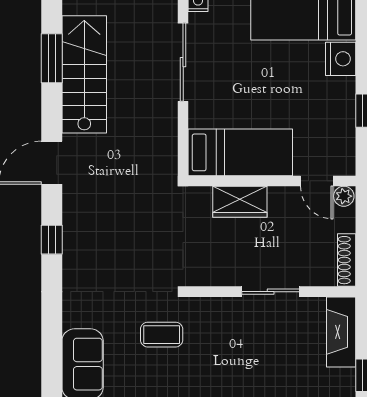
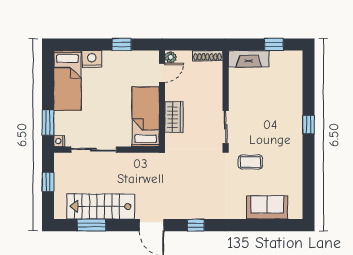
sliding door: (271, 292) -> (226, 127), moved
coffee table: (162, 335) -> (250, 162), turned 90

